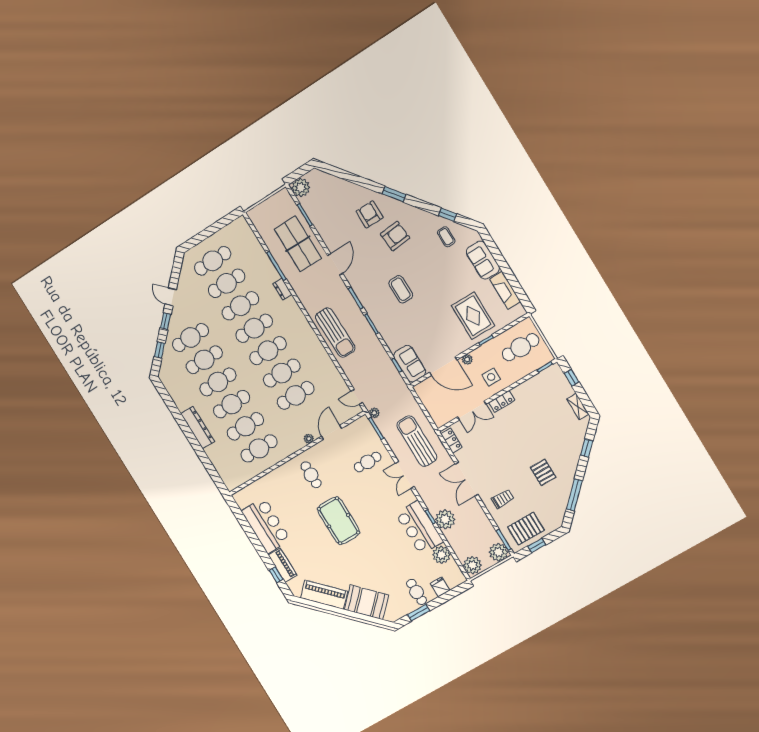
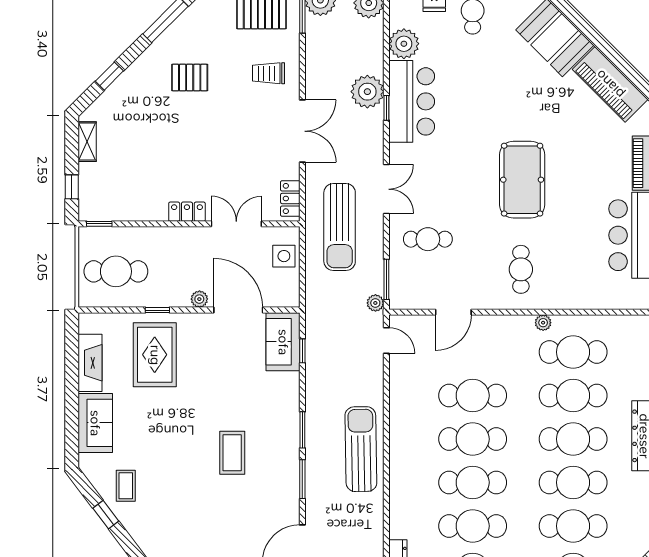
armchair: (395, 236) -> (195, 531), removed
side table: (491, 377) -> (284, 256), moved
plant: (309, 439) -> (543, 323), moved
pallet: (543, 472) -> (190, 78), turned 90

